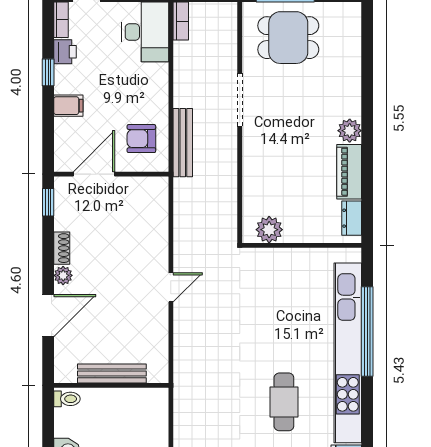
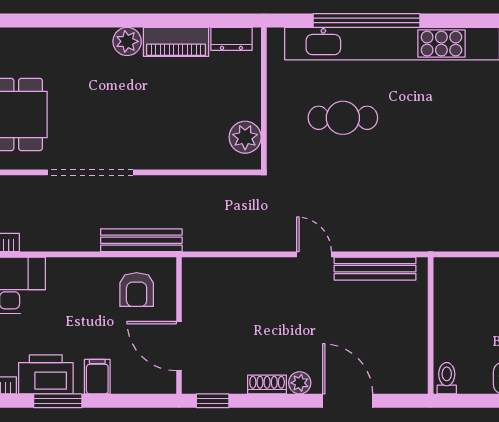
printer: (65, 52) -> (46, 374), width x1.87, depth x1.48
window: (48, 72) -> (58, 401), width x1.50
doorway: (240, 100) -> (90, 172), width x1.36
bench: (112, 373) -> (375, 269), moved, turned 90
cafe table: (284, 402) -> (343, 118), moved

